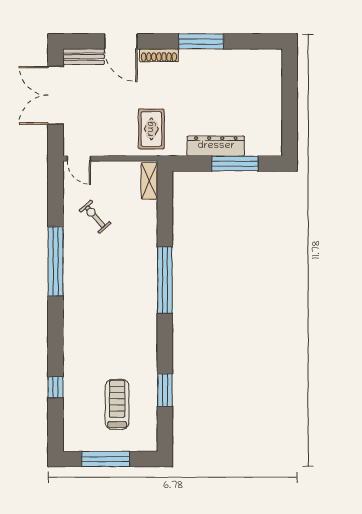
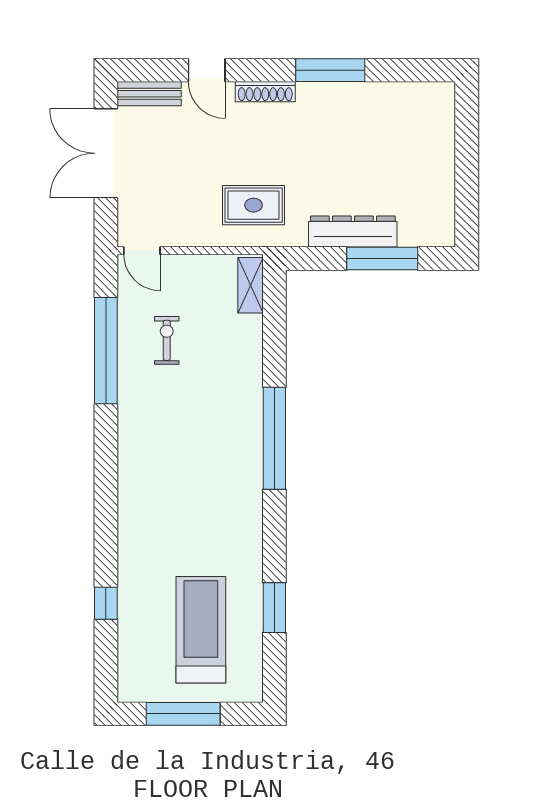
door: (121, 41) -> (207, 70), width x0.73
rug: (151, 129) -> (254, 205), turned 90
exercise bike: (95, 217) -> (167, 340), turned 41
window: (56, 261) -> (106, 351), moved
treadmill: (117, 404) -> (201, 630), width x1.37, depth x1.38

